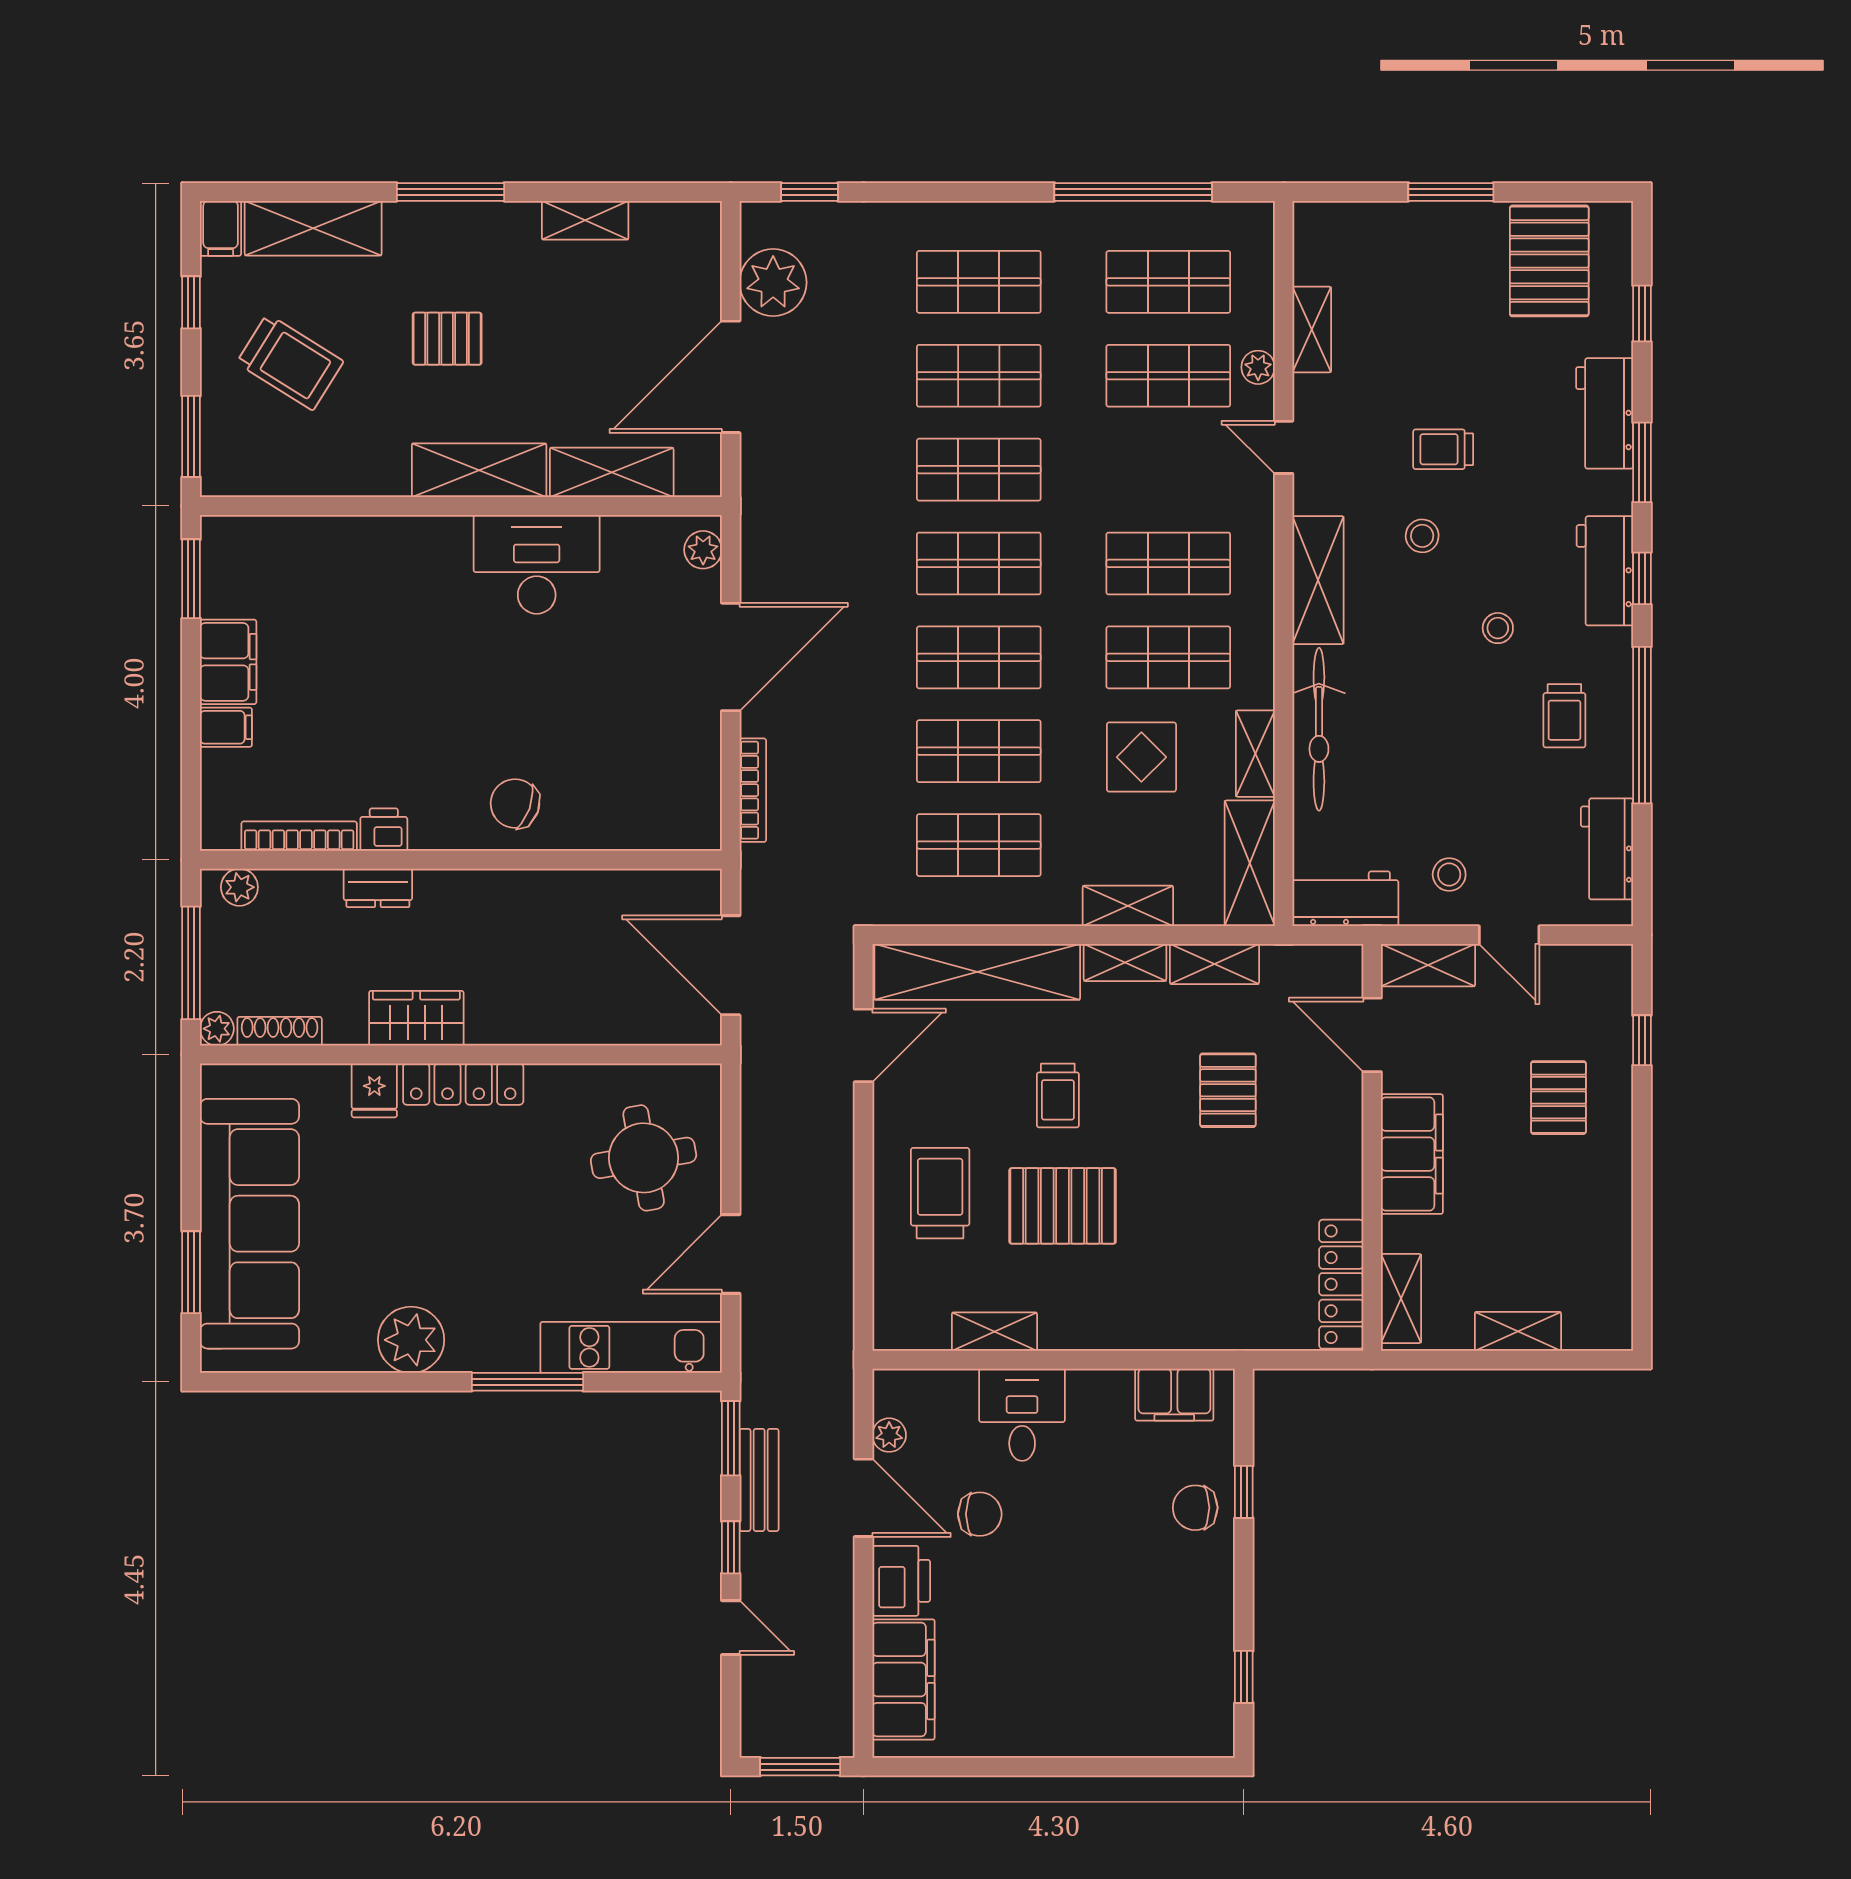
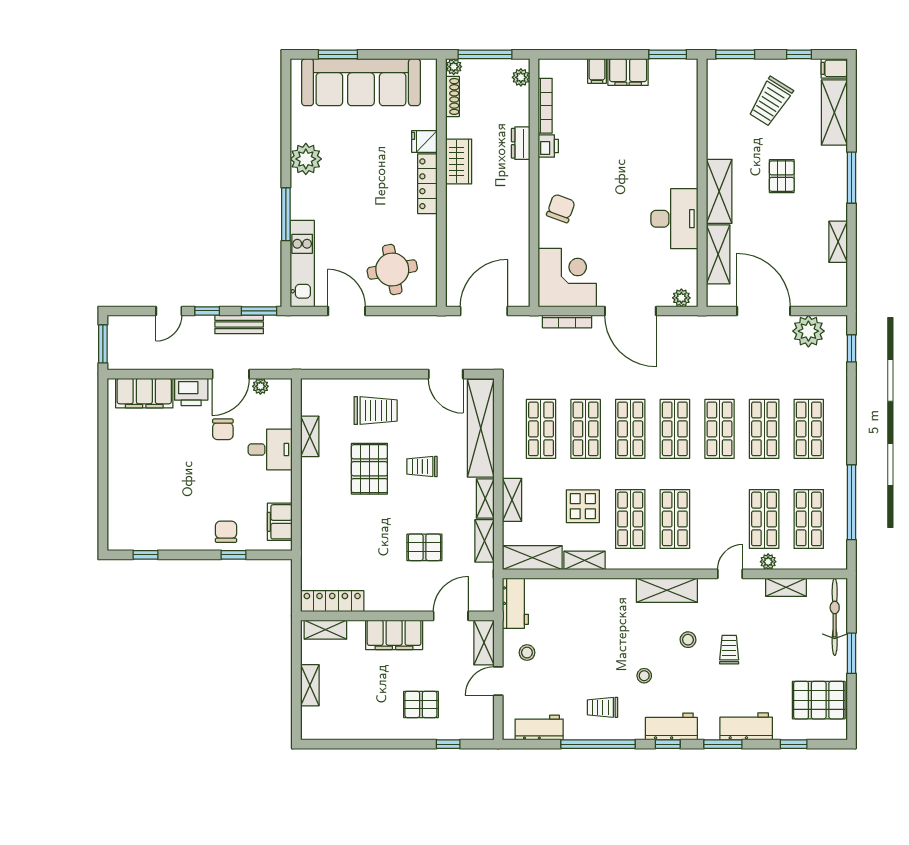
bicycle: (1319, 729) -> (835, 617), moved, turned 90
corner desk: (660, 790) -> (567, 277), added

